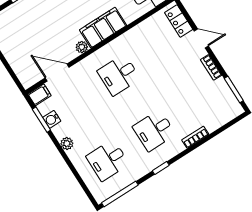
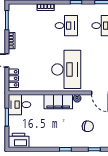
chair: (46, 20) -> (88, 126), added
desk: (119, 75) -> (66, 69), width x1.87, depth x1.30

